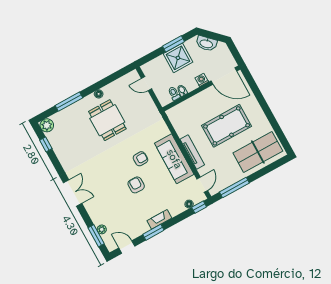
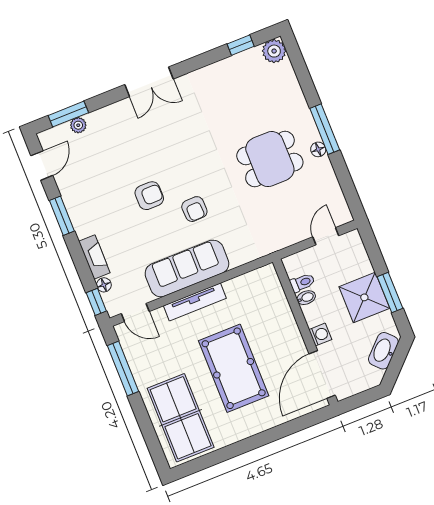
window: (69, 102) -> (325, 129), moved
fireplace: (159, 219) -> (94, 257), moved

